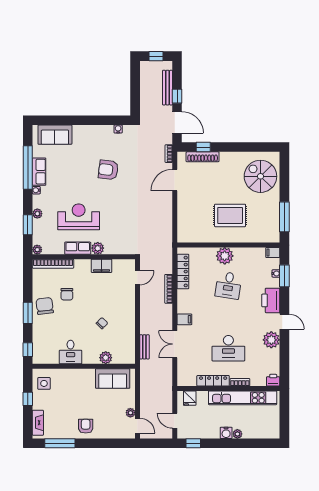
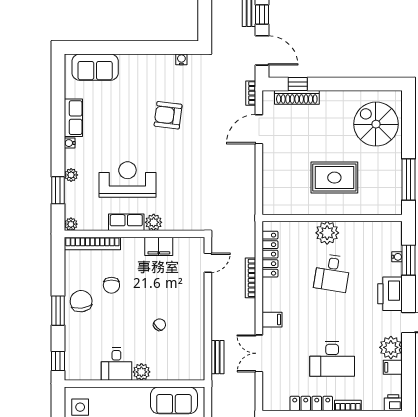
window: (28, 168) -> (58, 112), removed
filing cabinet: (273, 253) -> (393, 367), moved
plant: (106, 358) -> (141, 372), moved

